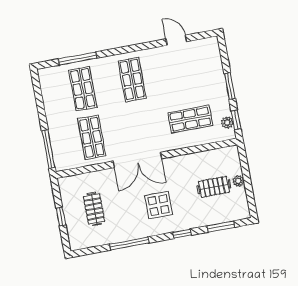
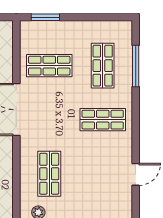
shop shelf: (83, 89) -> (103, 66), turned 90
window: (48, 149) -> (45, 17), width x0.69

